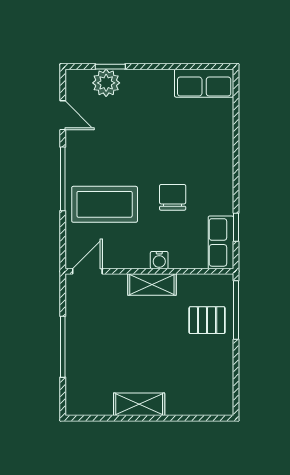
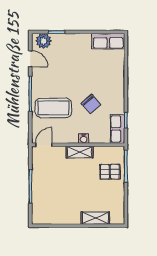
plant: (106, 83) -> (44, 41), moved
chair: (173, 197) -> (91, 104), turned 139
shelving: (139, 404) -> (95, 218), moved

